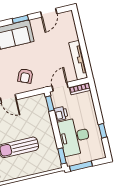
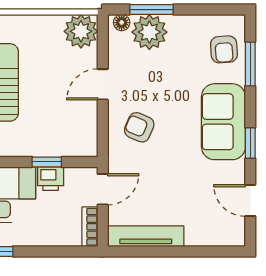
door: (60, 87) -> (103, 189), hinge flipped
window: (50, 104) -> (47, 162), moved

